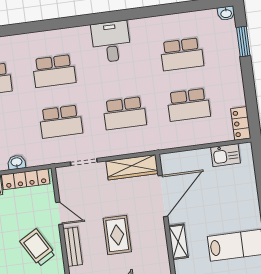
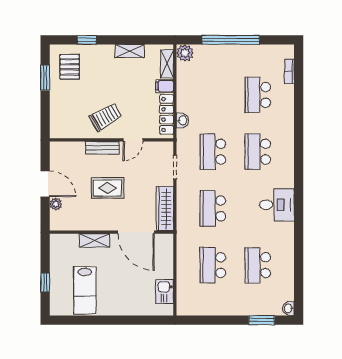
locker: (241, 123) -> (191, 309), removed
washbasin: (17, 162) -> (182, 120), moved

